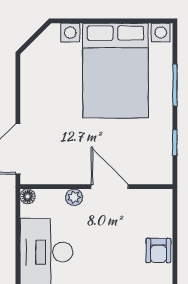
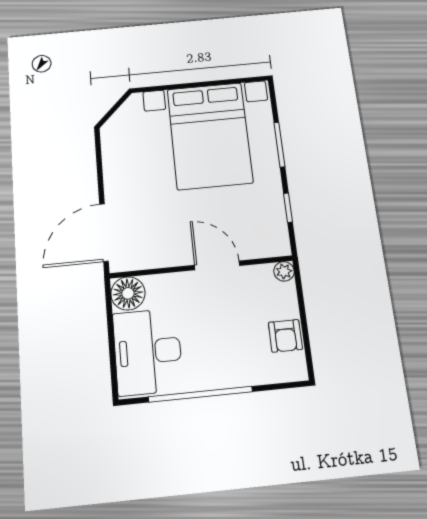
floor lamp: (28, 196) -> (128, 293), width x1.89, depth x1.89
plant: (74, 197) -> (284, 271), moved

